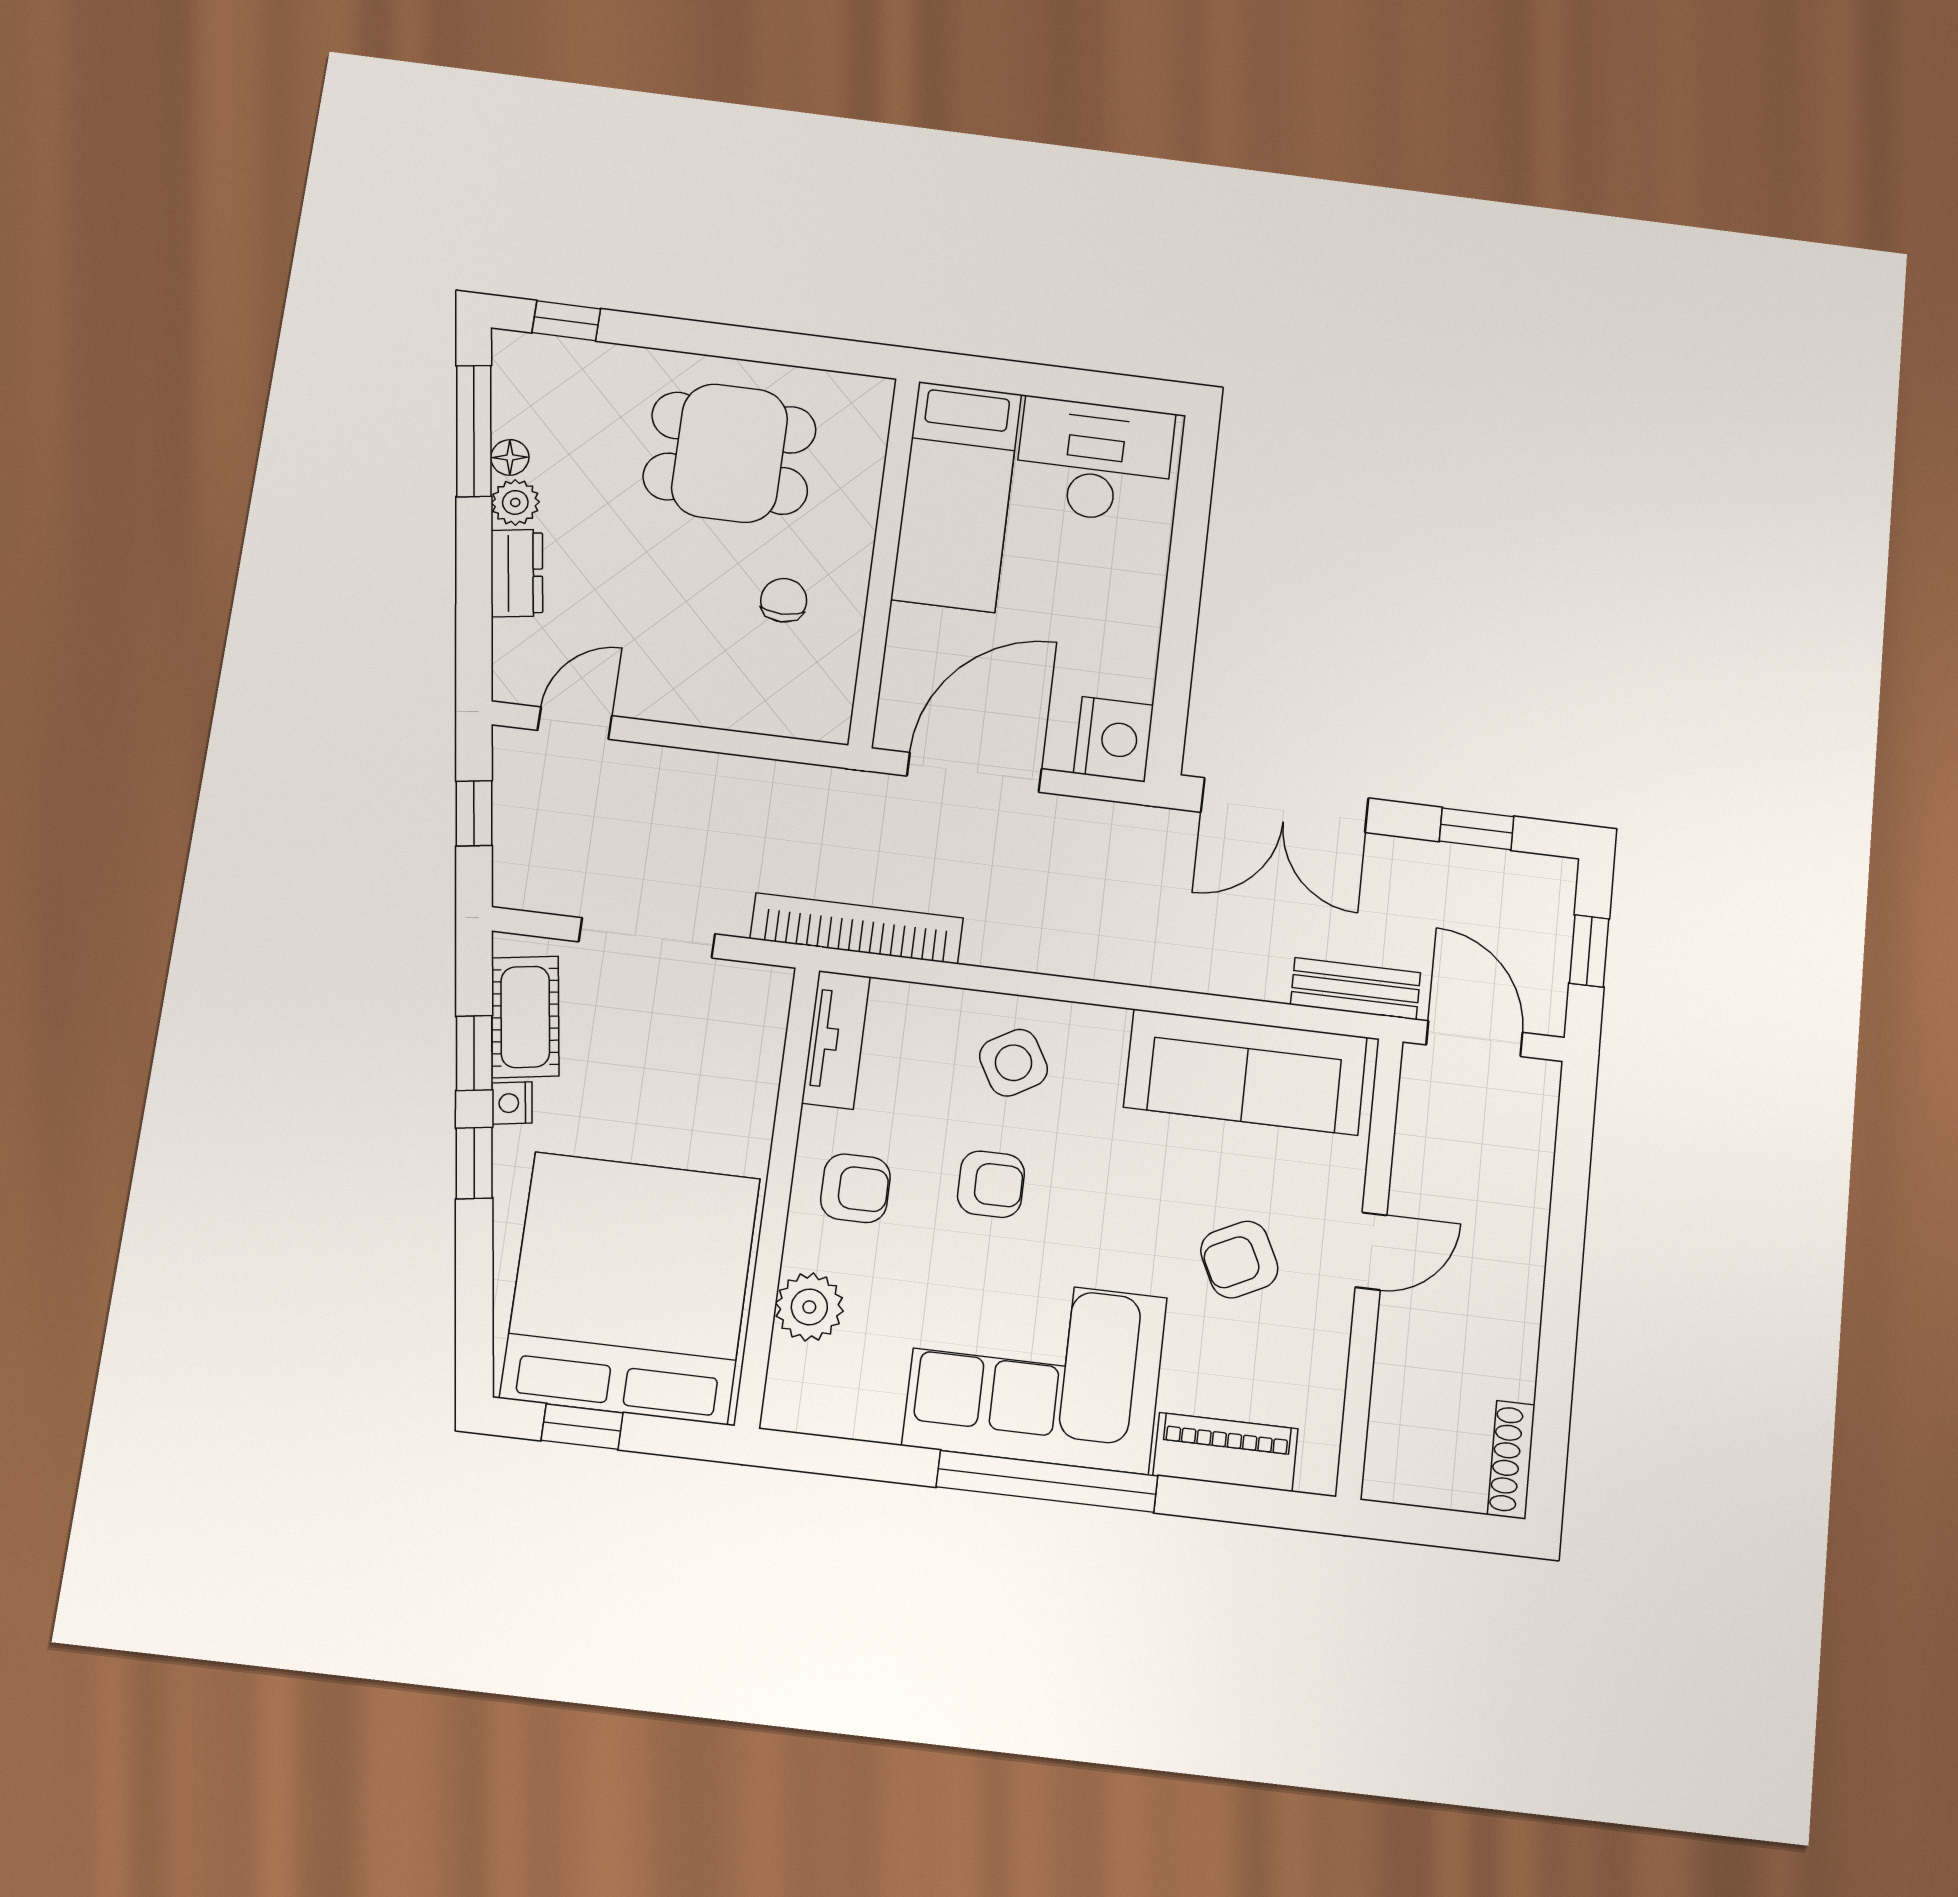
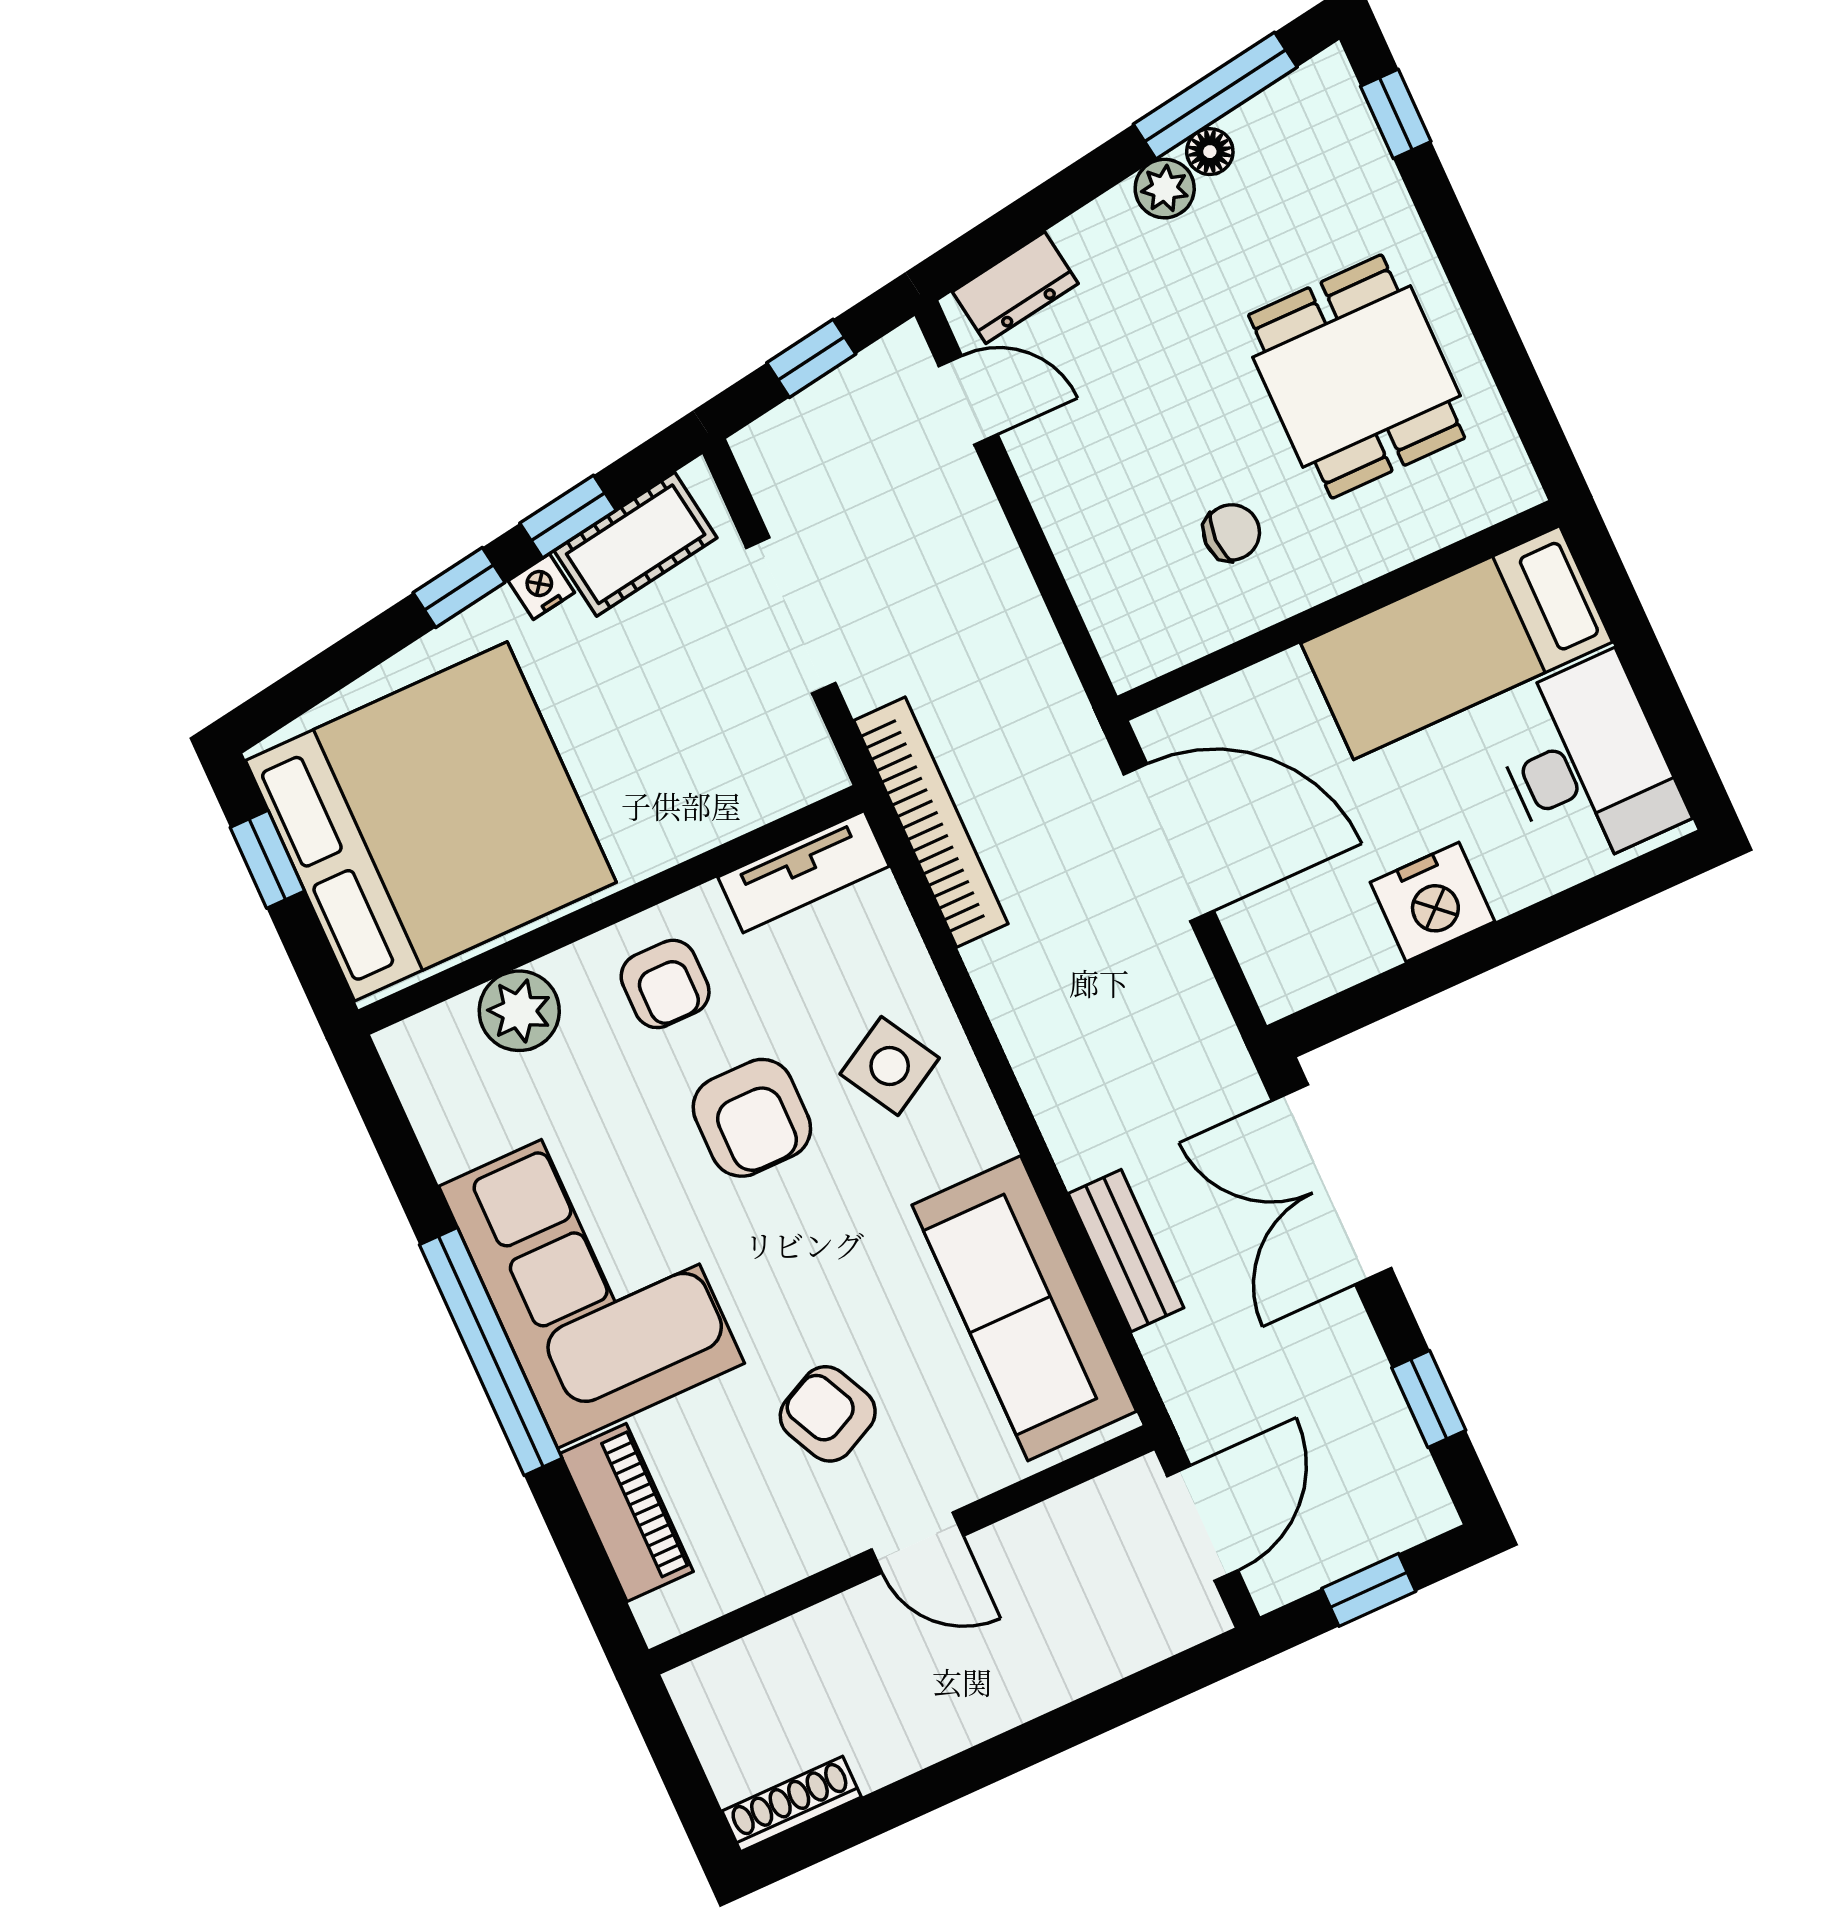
dresser: (517, 573) -> (1015, 288), moved
nightstand: (1114, 739) -> (1433, 902), moved
bench: (1356, 989) -> (1126, 1251), moved
armchair: (991, 1184) -> (752, 1118), width x1.38, depth x1.38

